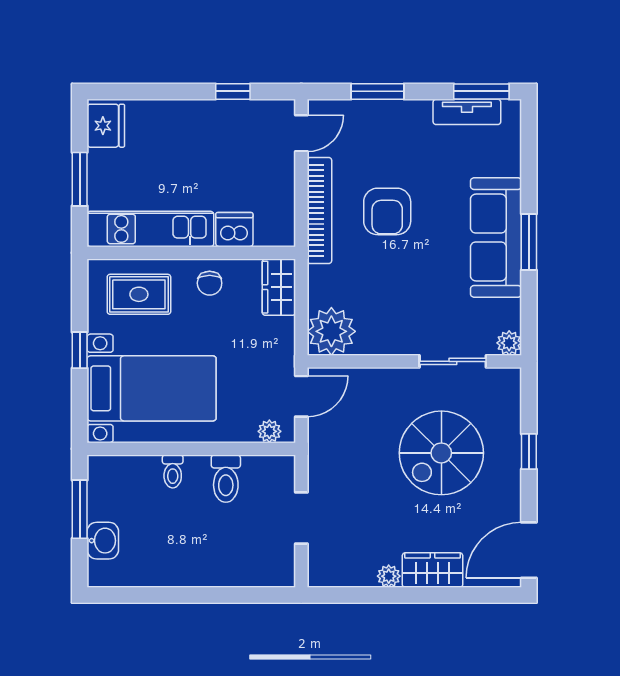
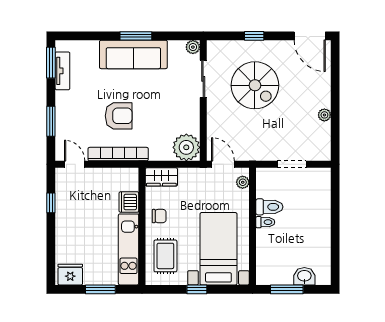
toilet: (173, 471) -> (265, 222), moved
wardrobe: (432, 570) -> (321, 90), removed

